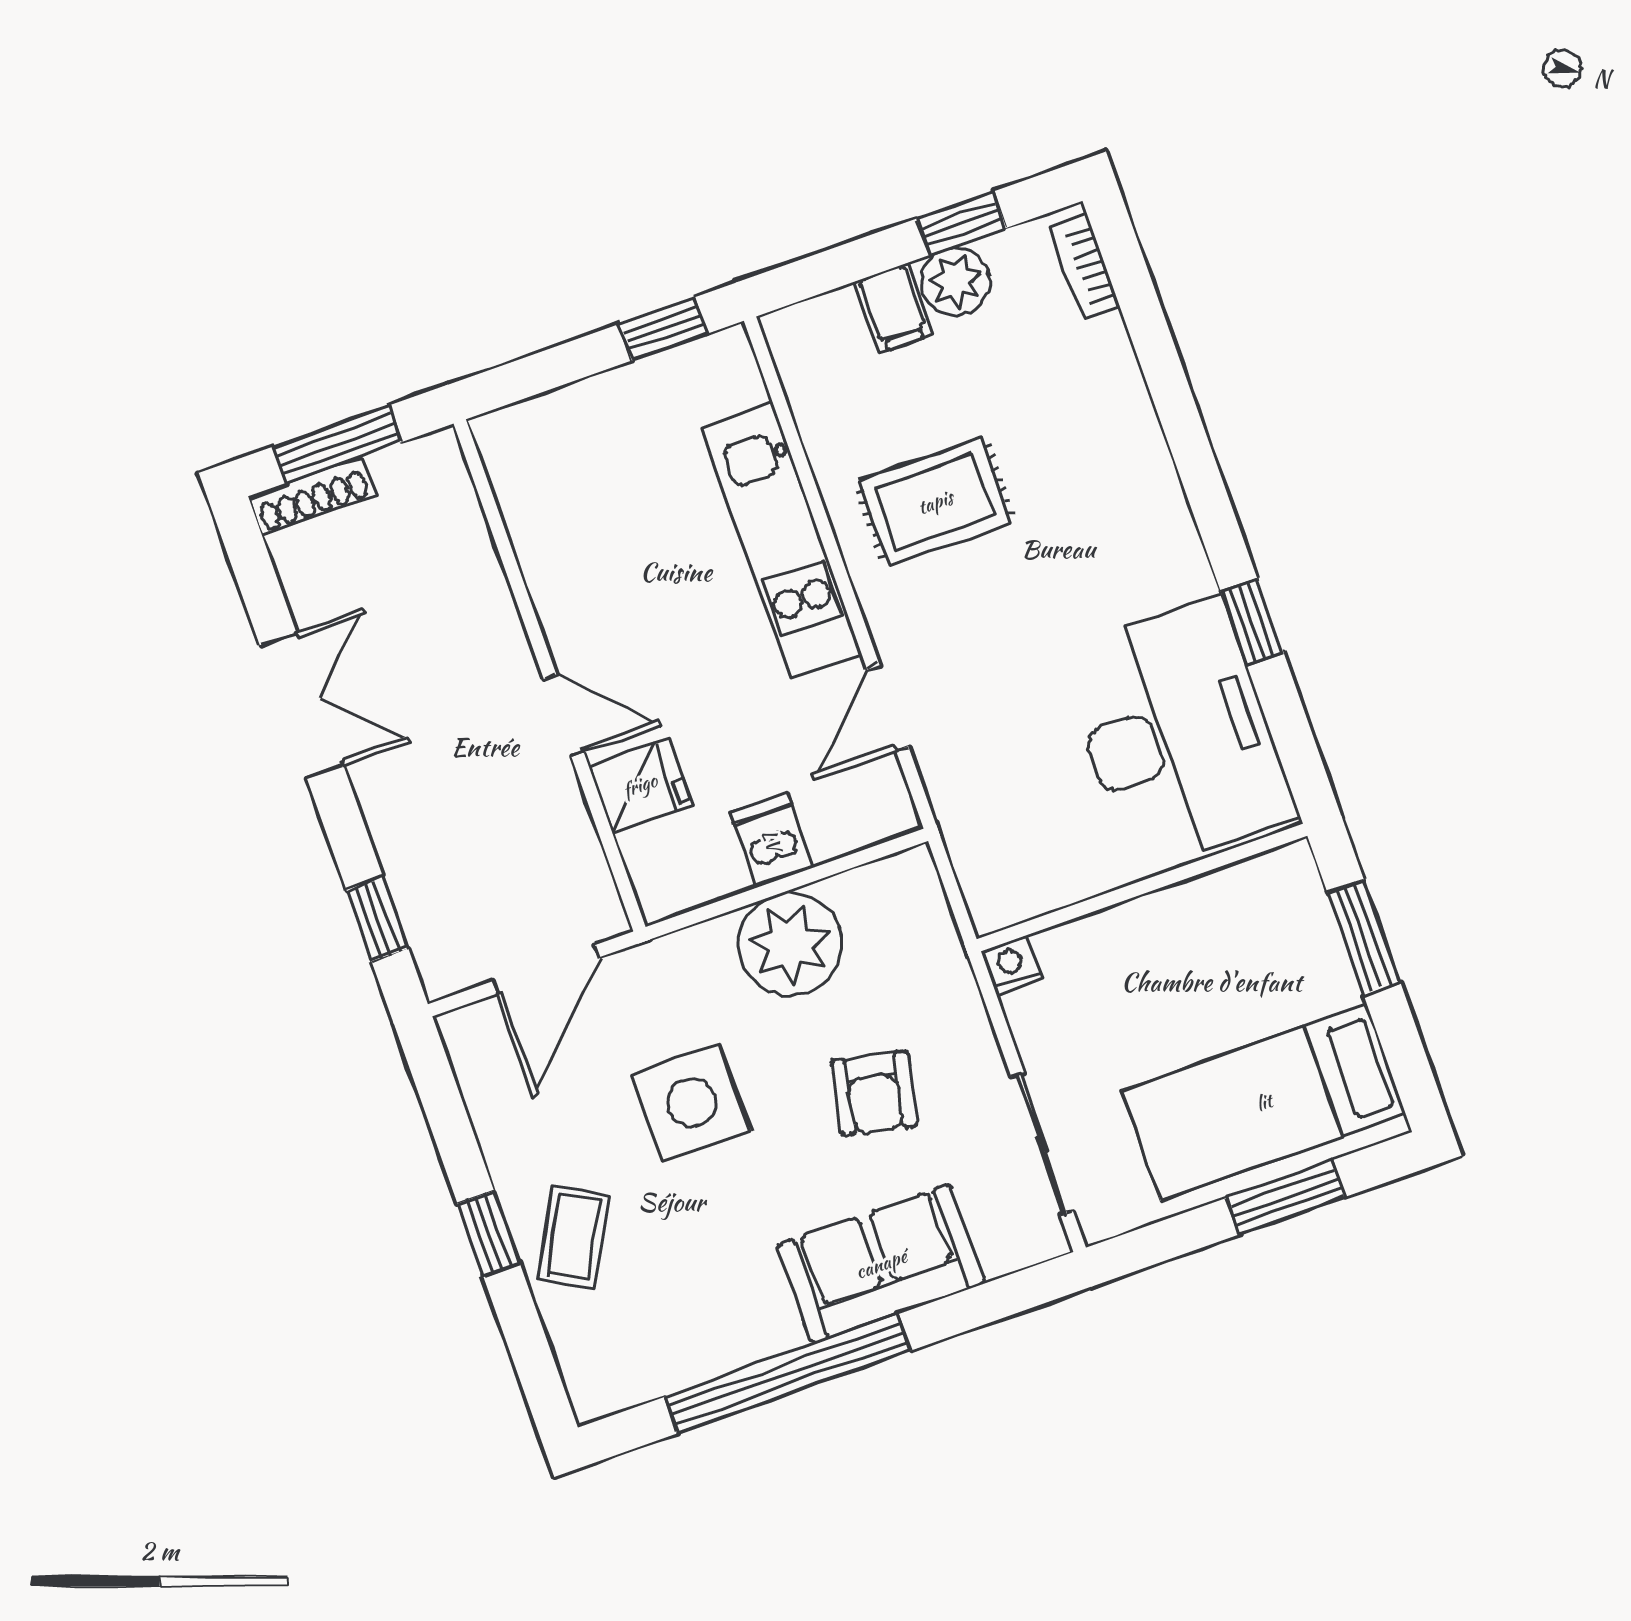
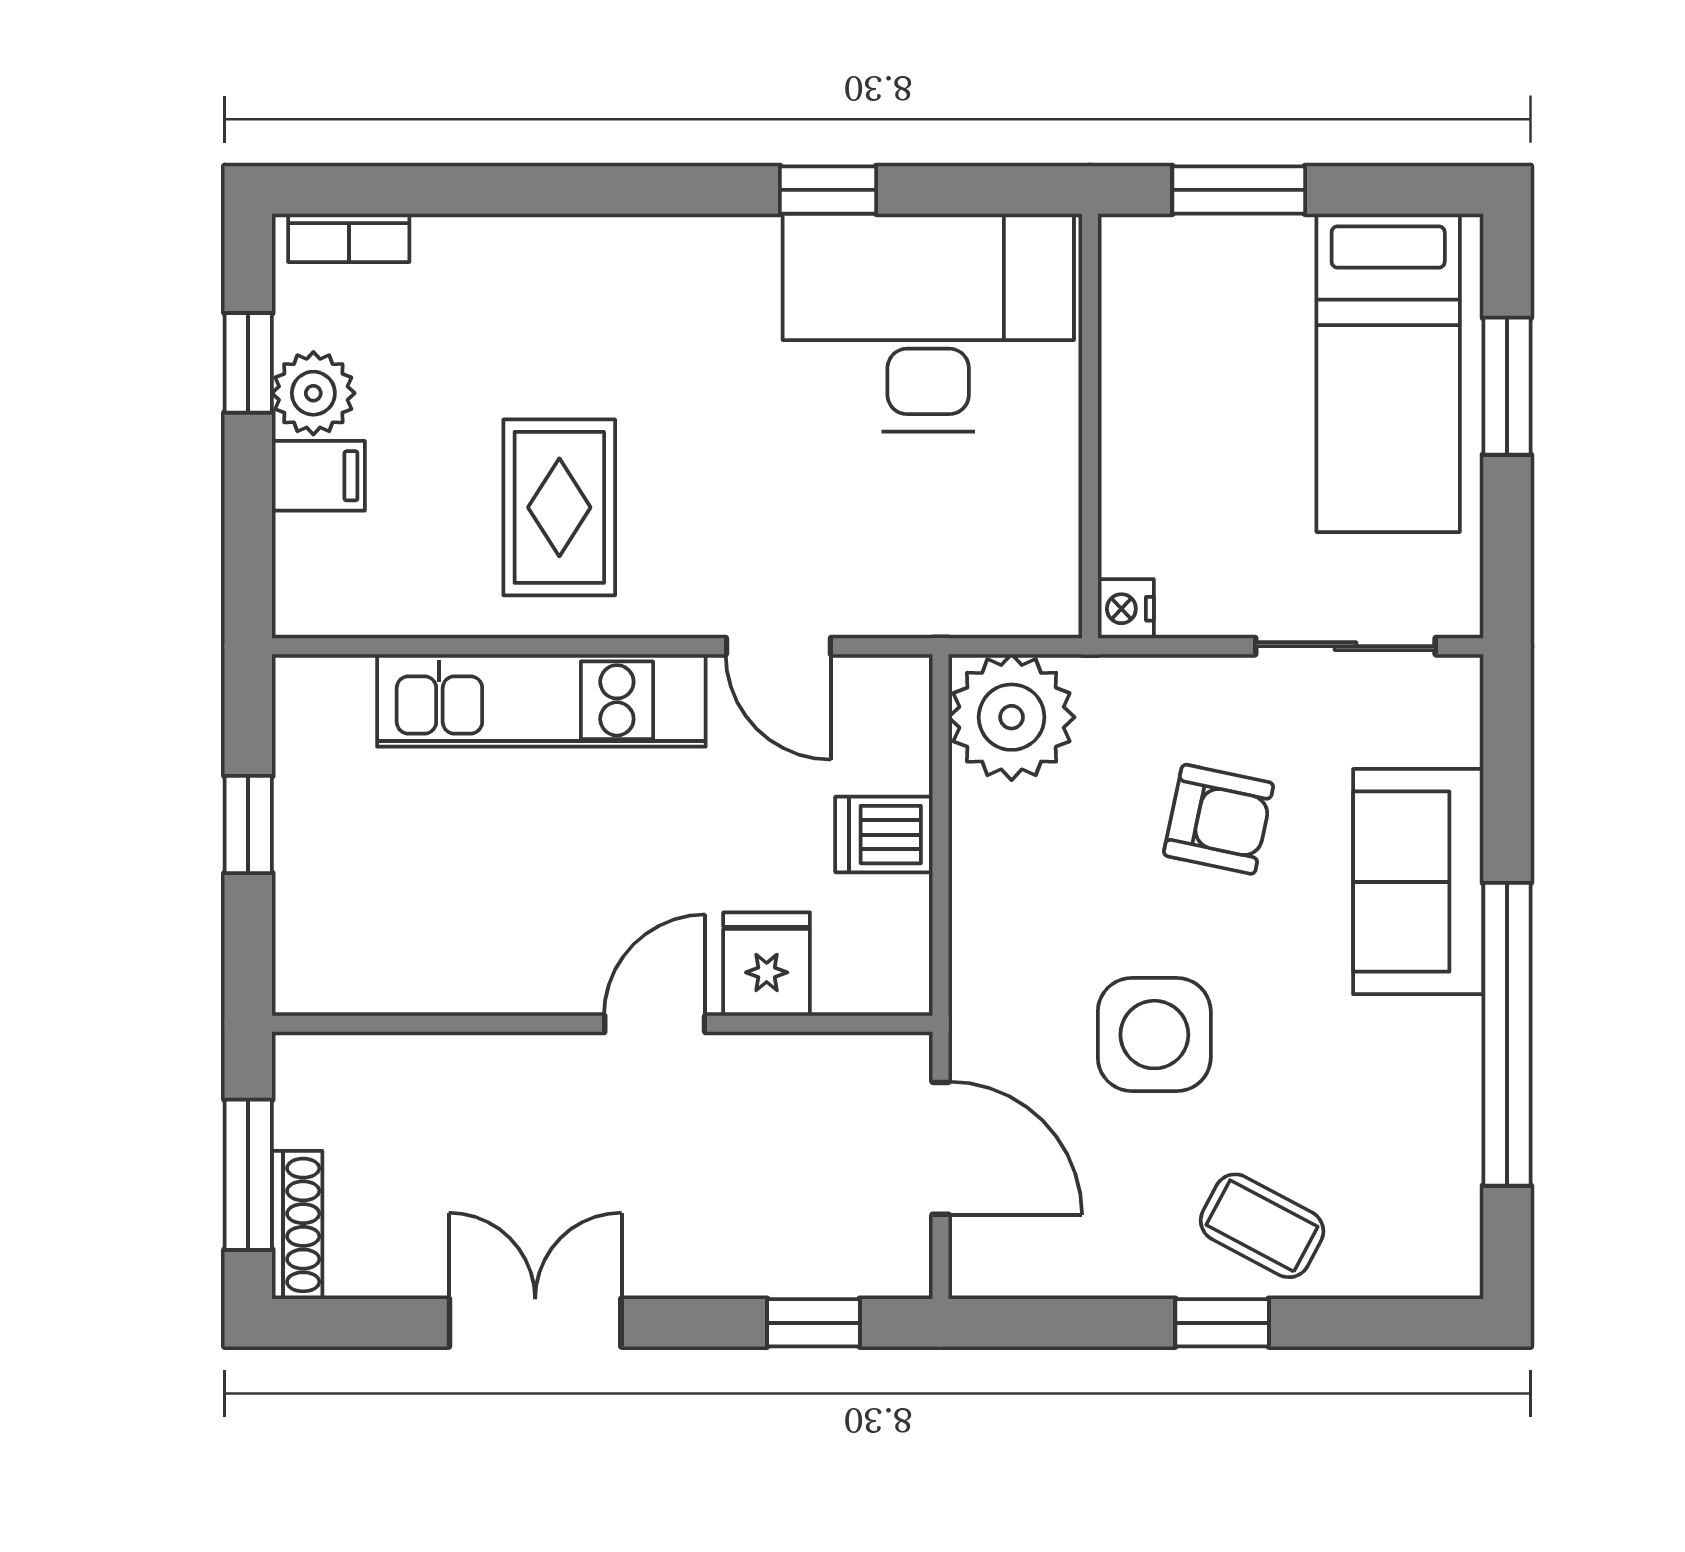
window: (663, 329) -> (248, 825), moved
plant: (790, 944) -> (1012, 717), moved

